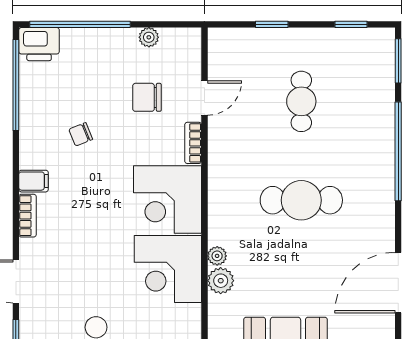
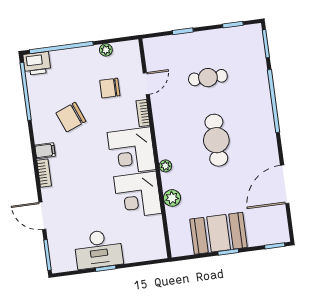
cafe table: (301, 101) -> (208, 78), turned 90
chair: (81, 134) -> (71, 117), width x1.87, depth x1.87
cafe table: (301, 200) -> (216, 140), turned 90
plant: (217, 256) -> (165, 166), moved

